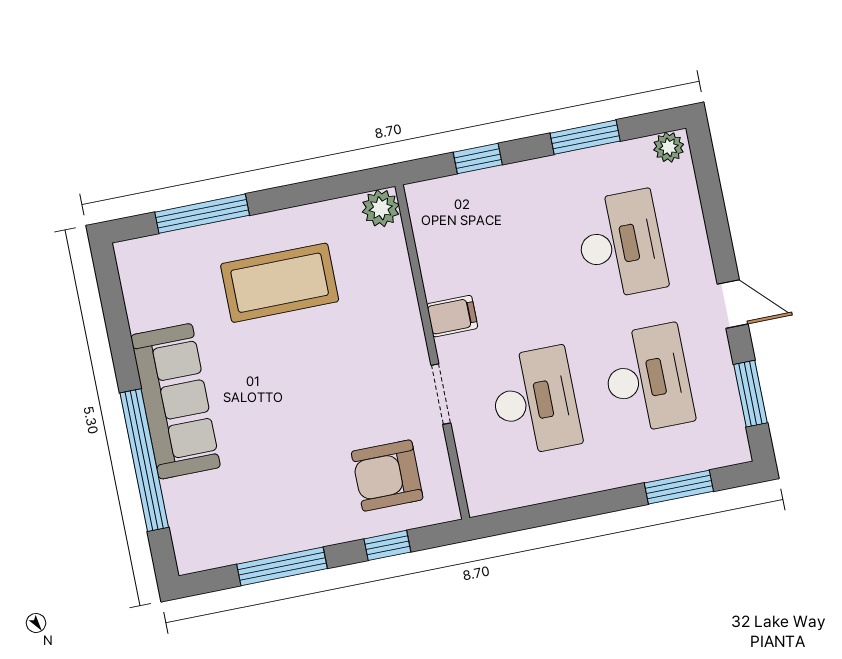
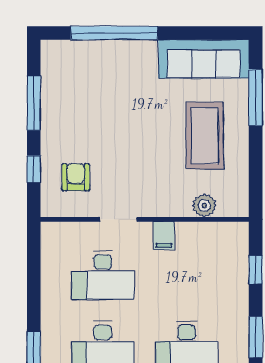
plant: (381, 208) -> (204, 206), moved
sofa: (176, 401) -> (204, 59), moved
armchair: (387, 476) -> (76, 177), width x0.72, depth x0.72

